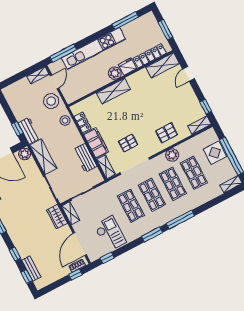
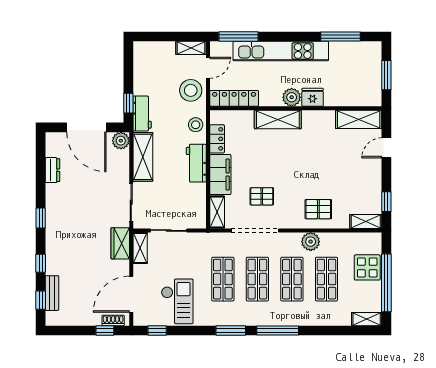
locker: (150, 56) -> (234, 98), moved
workbench: (85, 158) -> (196, 163), moved

